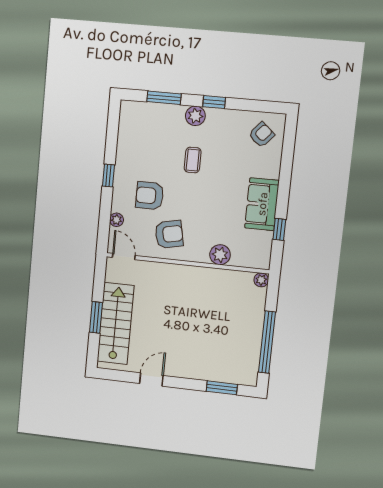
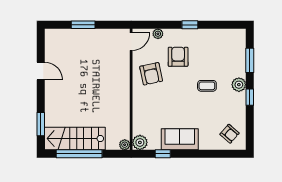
plant: (220, 255) -> (140, 142), moved
stairs: (116, 324) -> (75, 139), moved, turned 180

